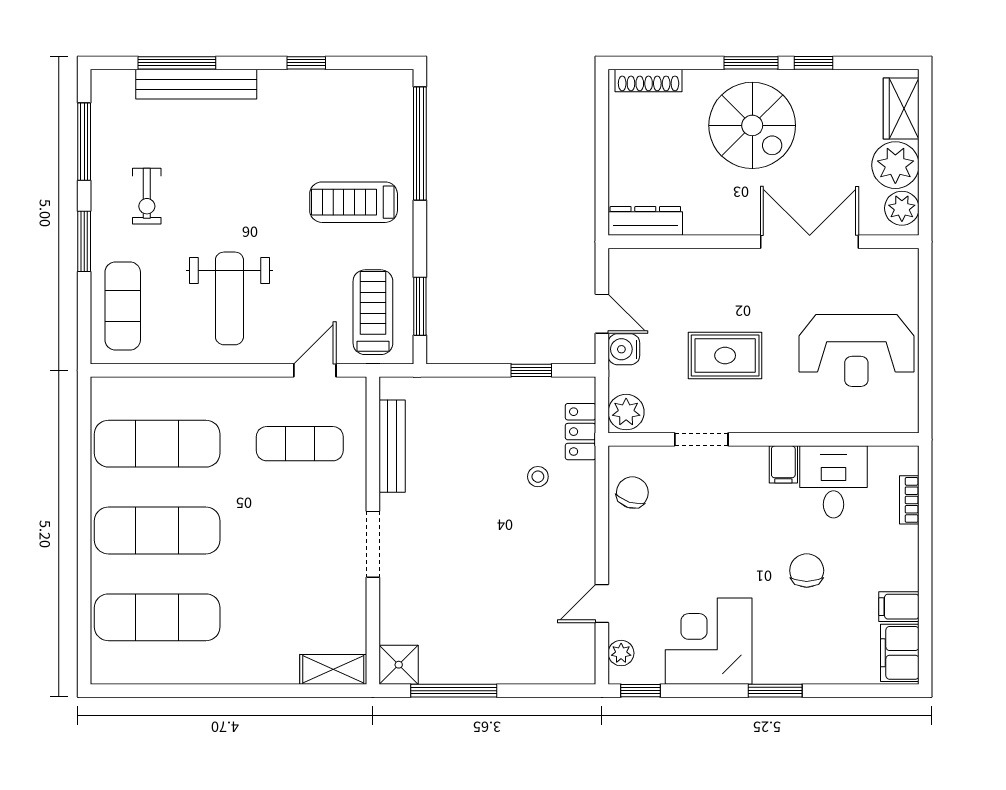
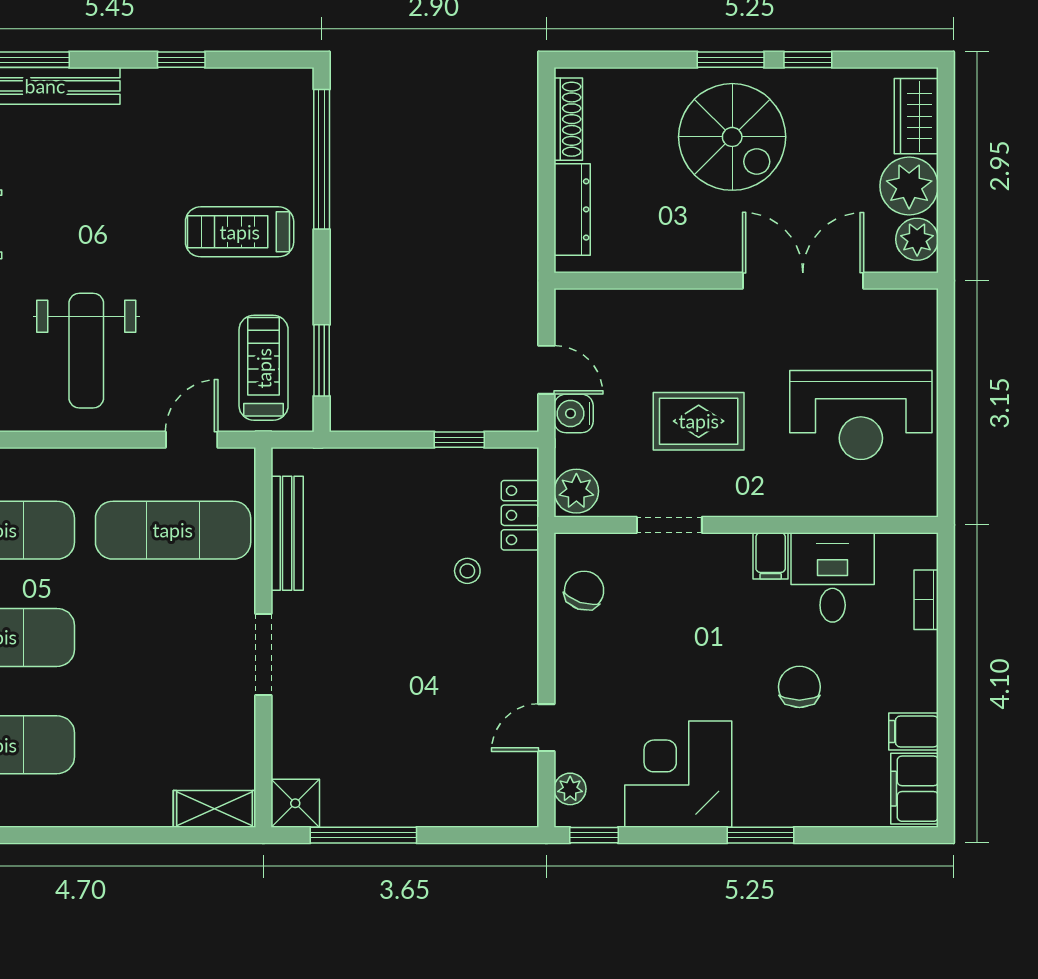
shoe rack: (649, 80) -> (568, 119), moved, turned -90
dresser: (645, 221) -> (572, 209), moved, turned 90
exercise mat: (300, 444) -> (173, 530), width x1.36, depth x1.45

